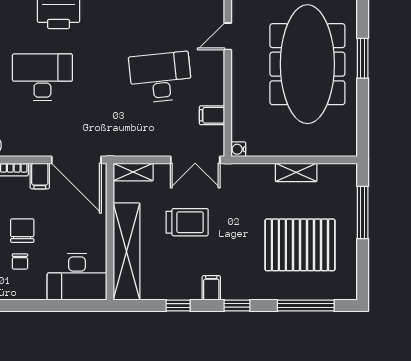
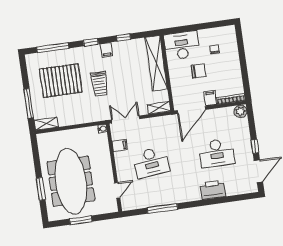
door: (76, 160) -> (191, 110), swing flipped
shelving: (296, 172) -> (46, 124), moved
trolley: (187, 222) -> (99, 84), moved, turned -90
chair: (22, 231) -> (198, 71), moved, turned -90

